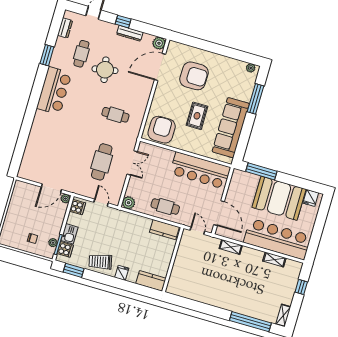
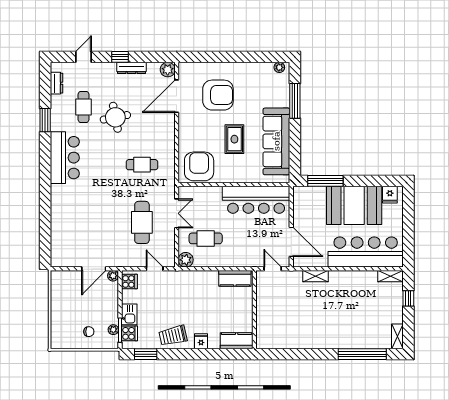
cafe table: (165, 207) -> (206, 238), moved
shelving: (274, 260) -> (390, 276), moved

